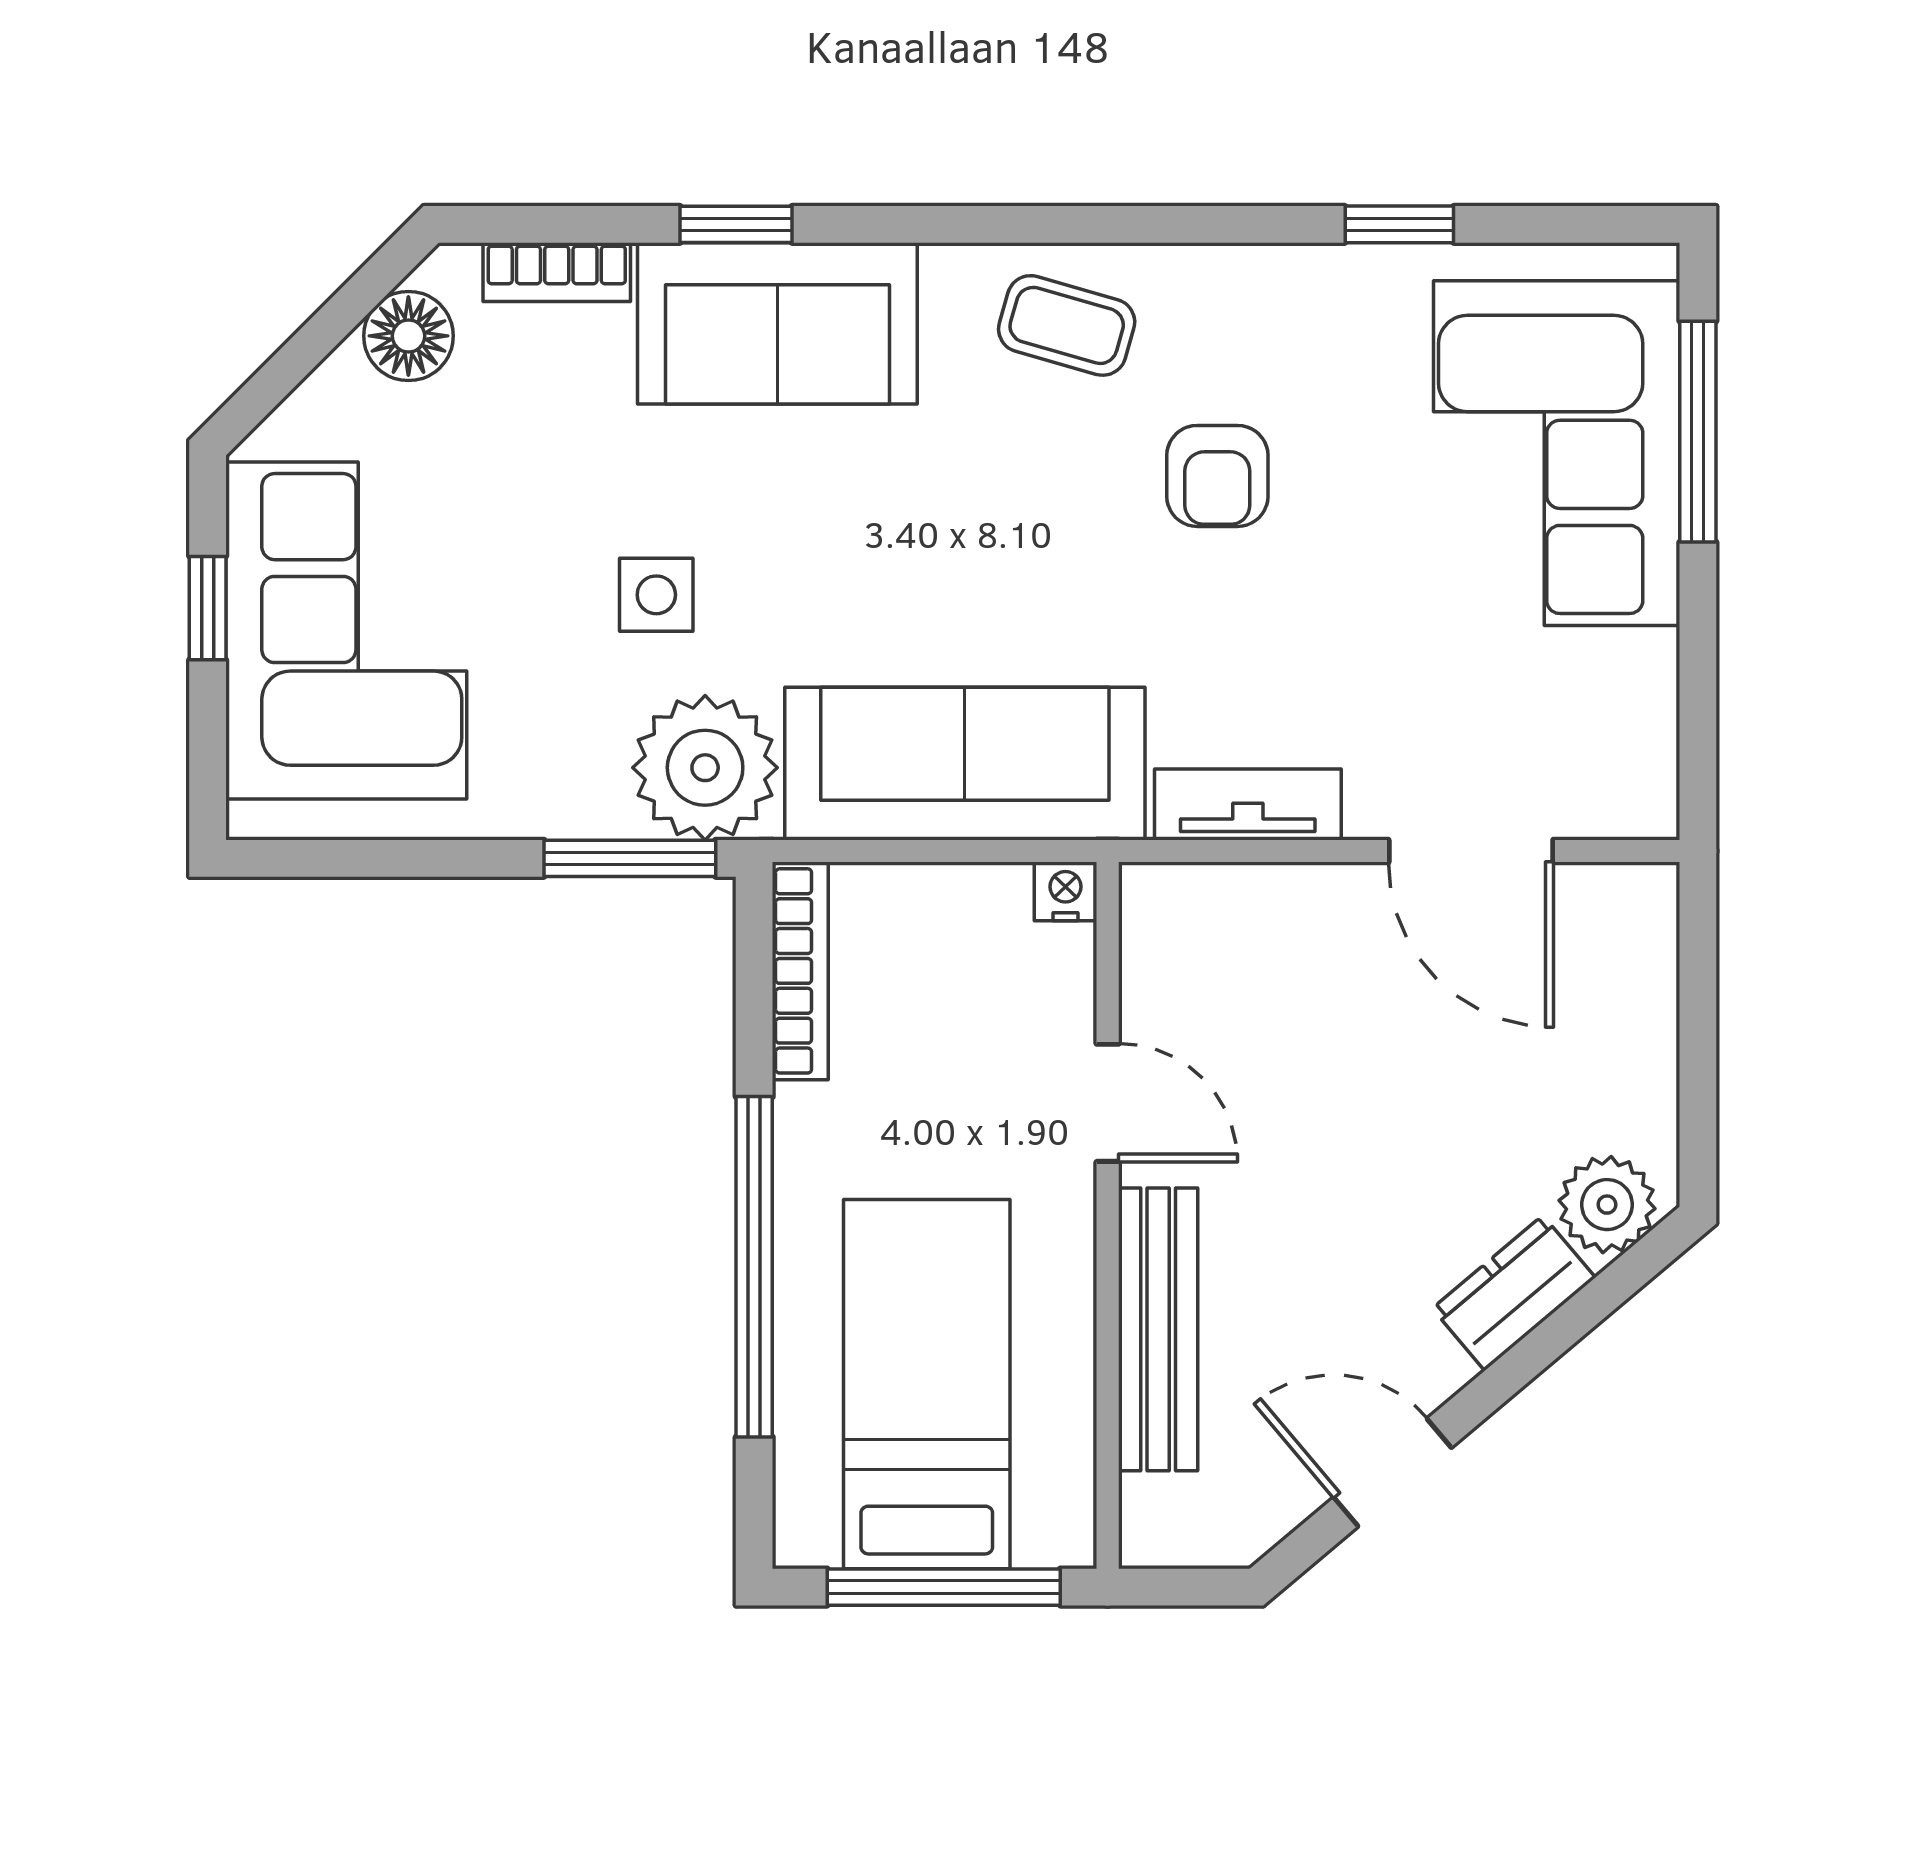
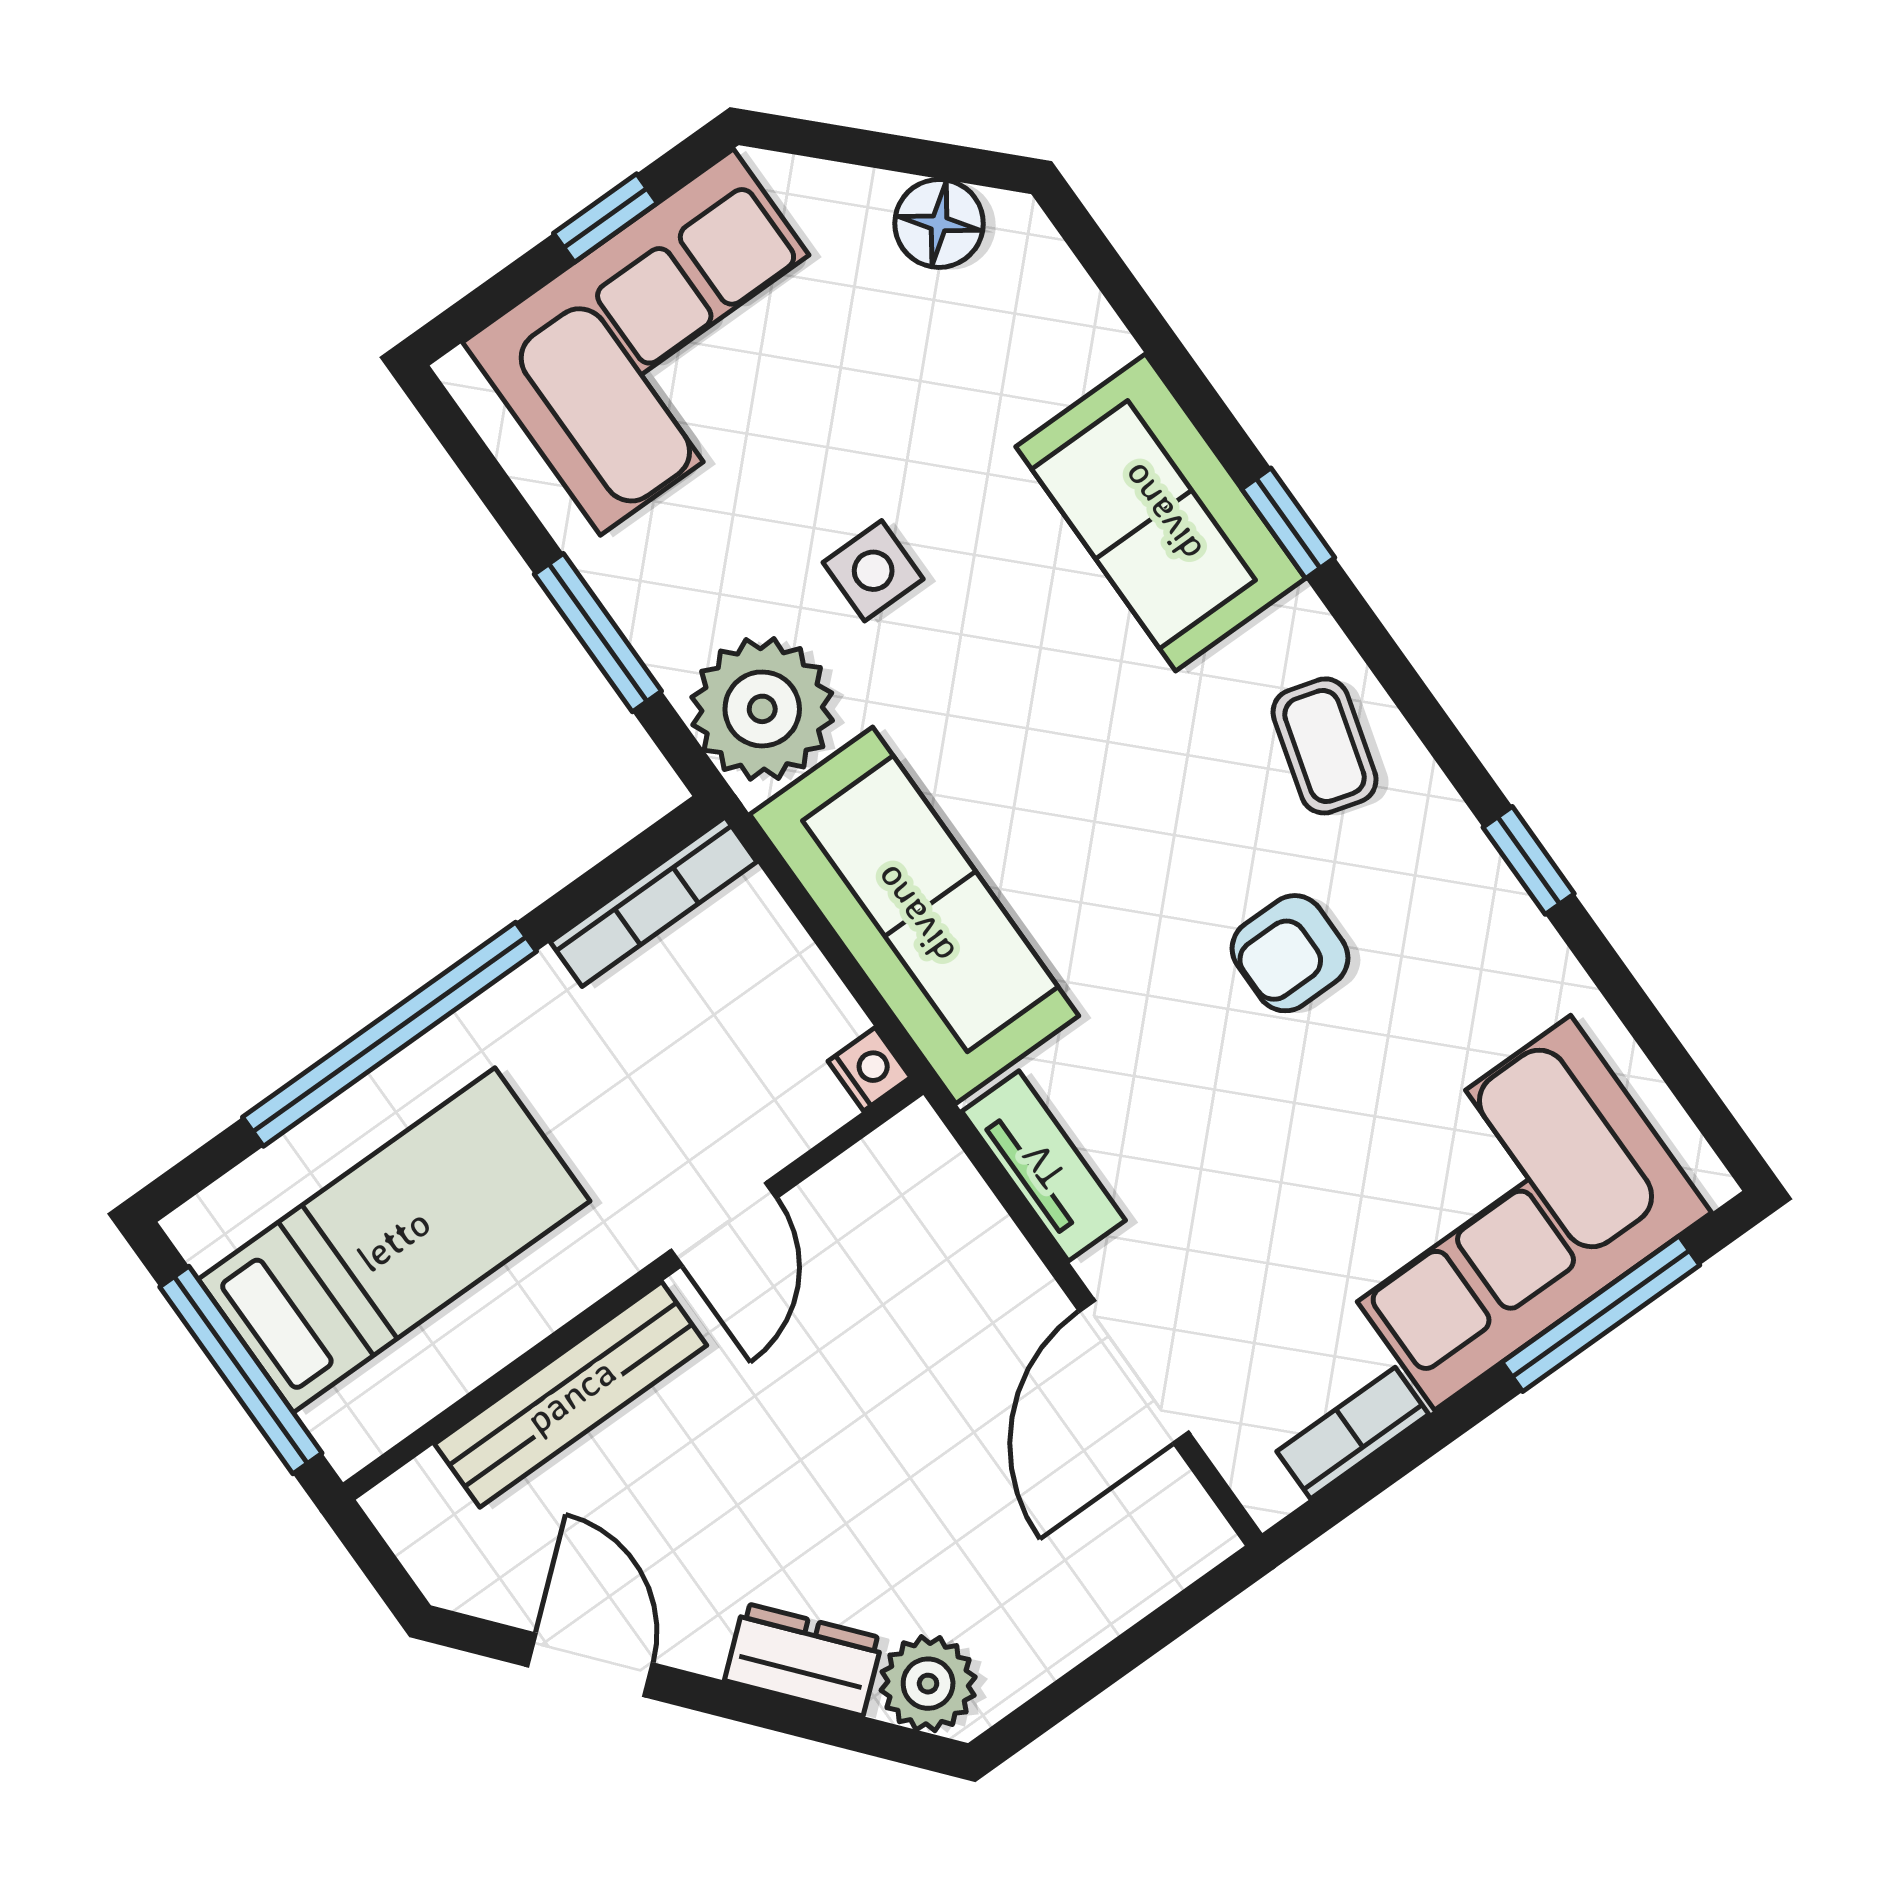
window: (736, 224) -> (1288, 523), moved
window: (1399, 224) -> (1529, 860), moved
bookcase: (557, 272) -> (1353, 1433), moved, turned 90
window: (630, 858) -> (598, 633), moved

